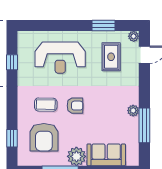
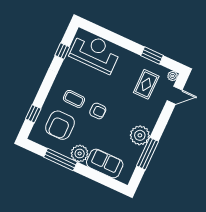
reception desk: (60, 58) -> (95, 53), moved, turned 180
plant: (133, 111) -> (140, 135), width x1.87, depth x1.87

